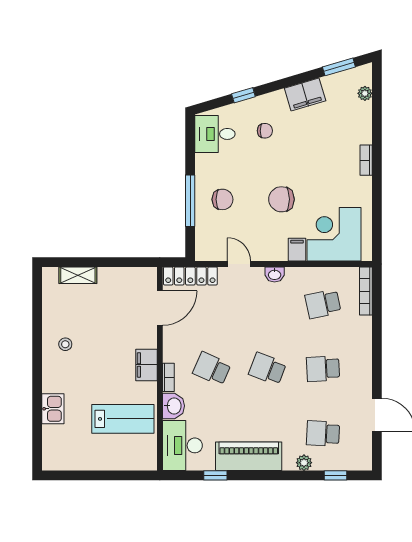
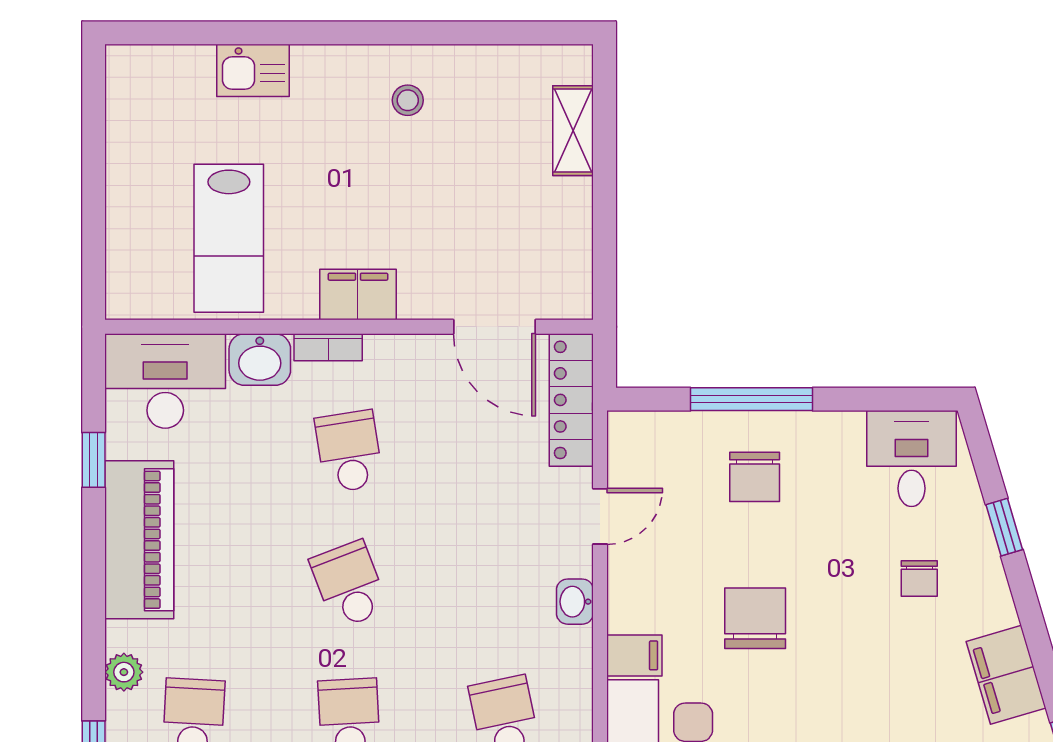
school desk: (212, 369) -> (349, 451), turned -33
school desk: (267, 369) -> (349, 585), turned -42

